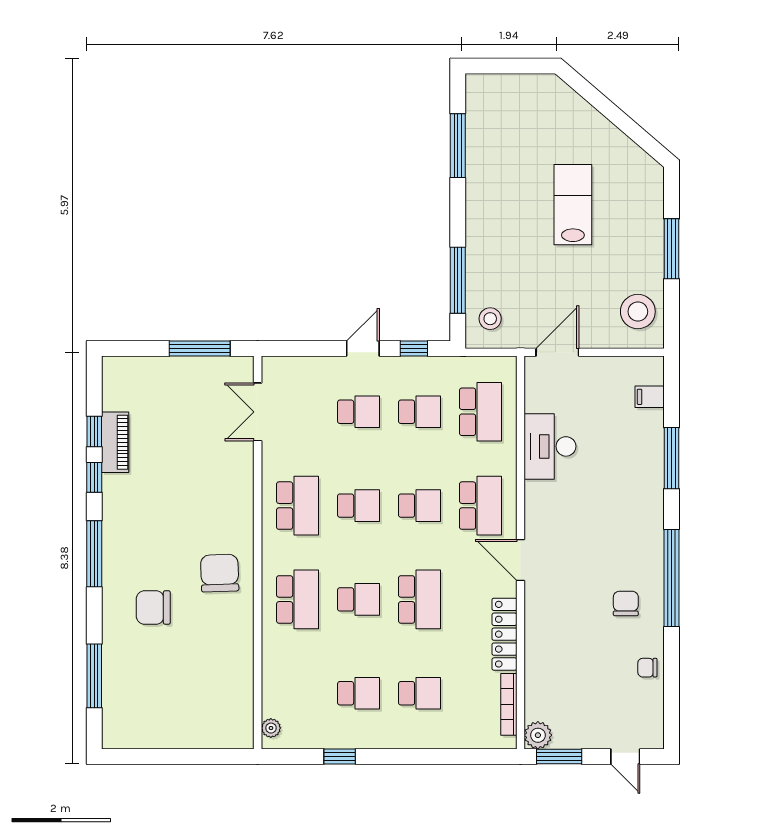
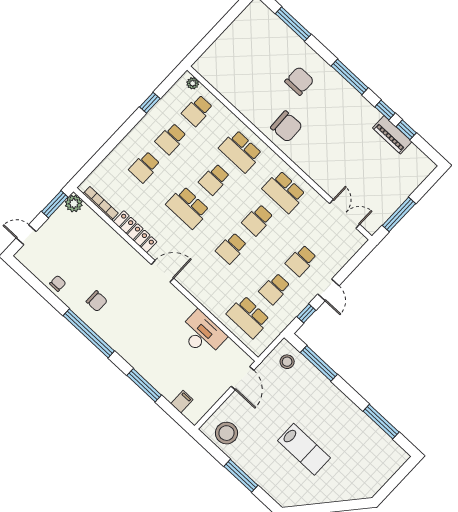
school desk: (480, 506) -> (197, 111), moved, width x0.54

